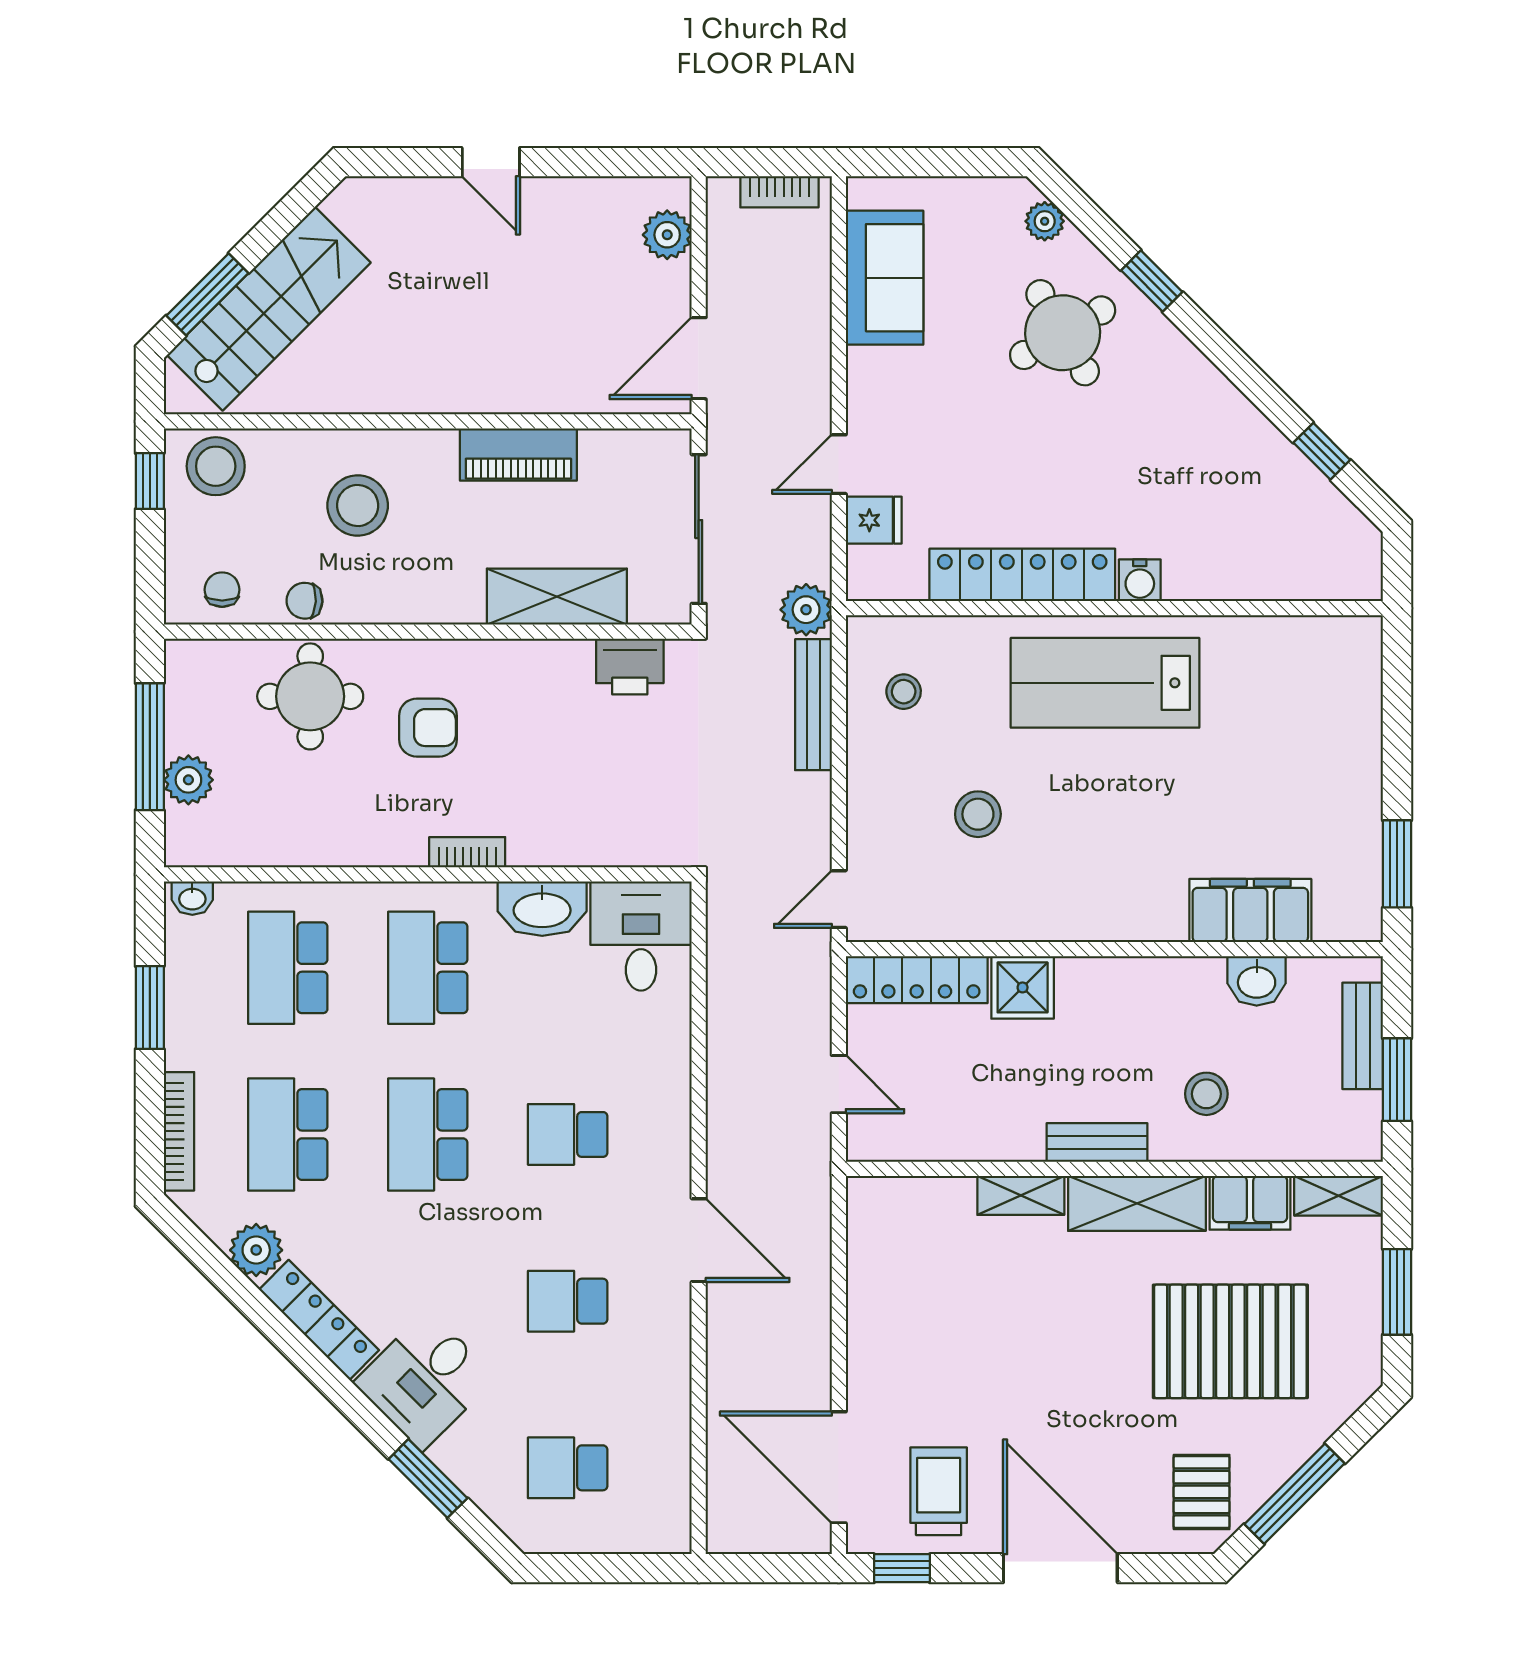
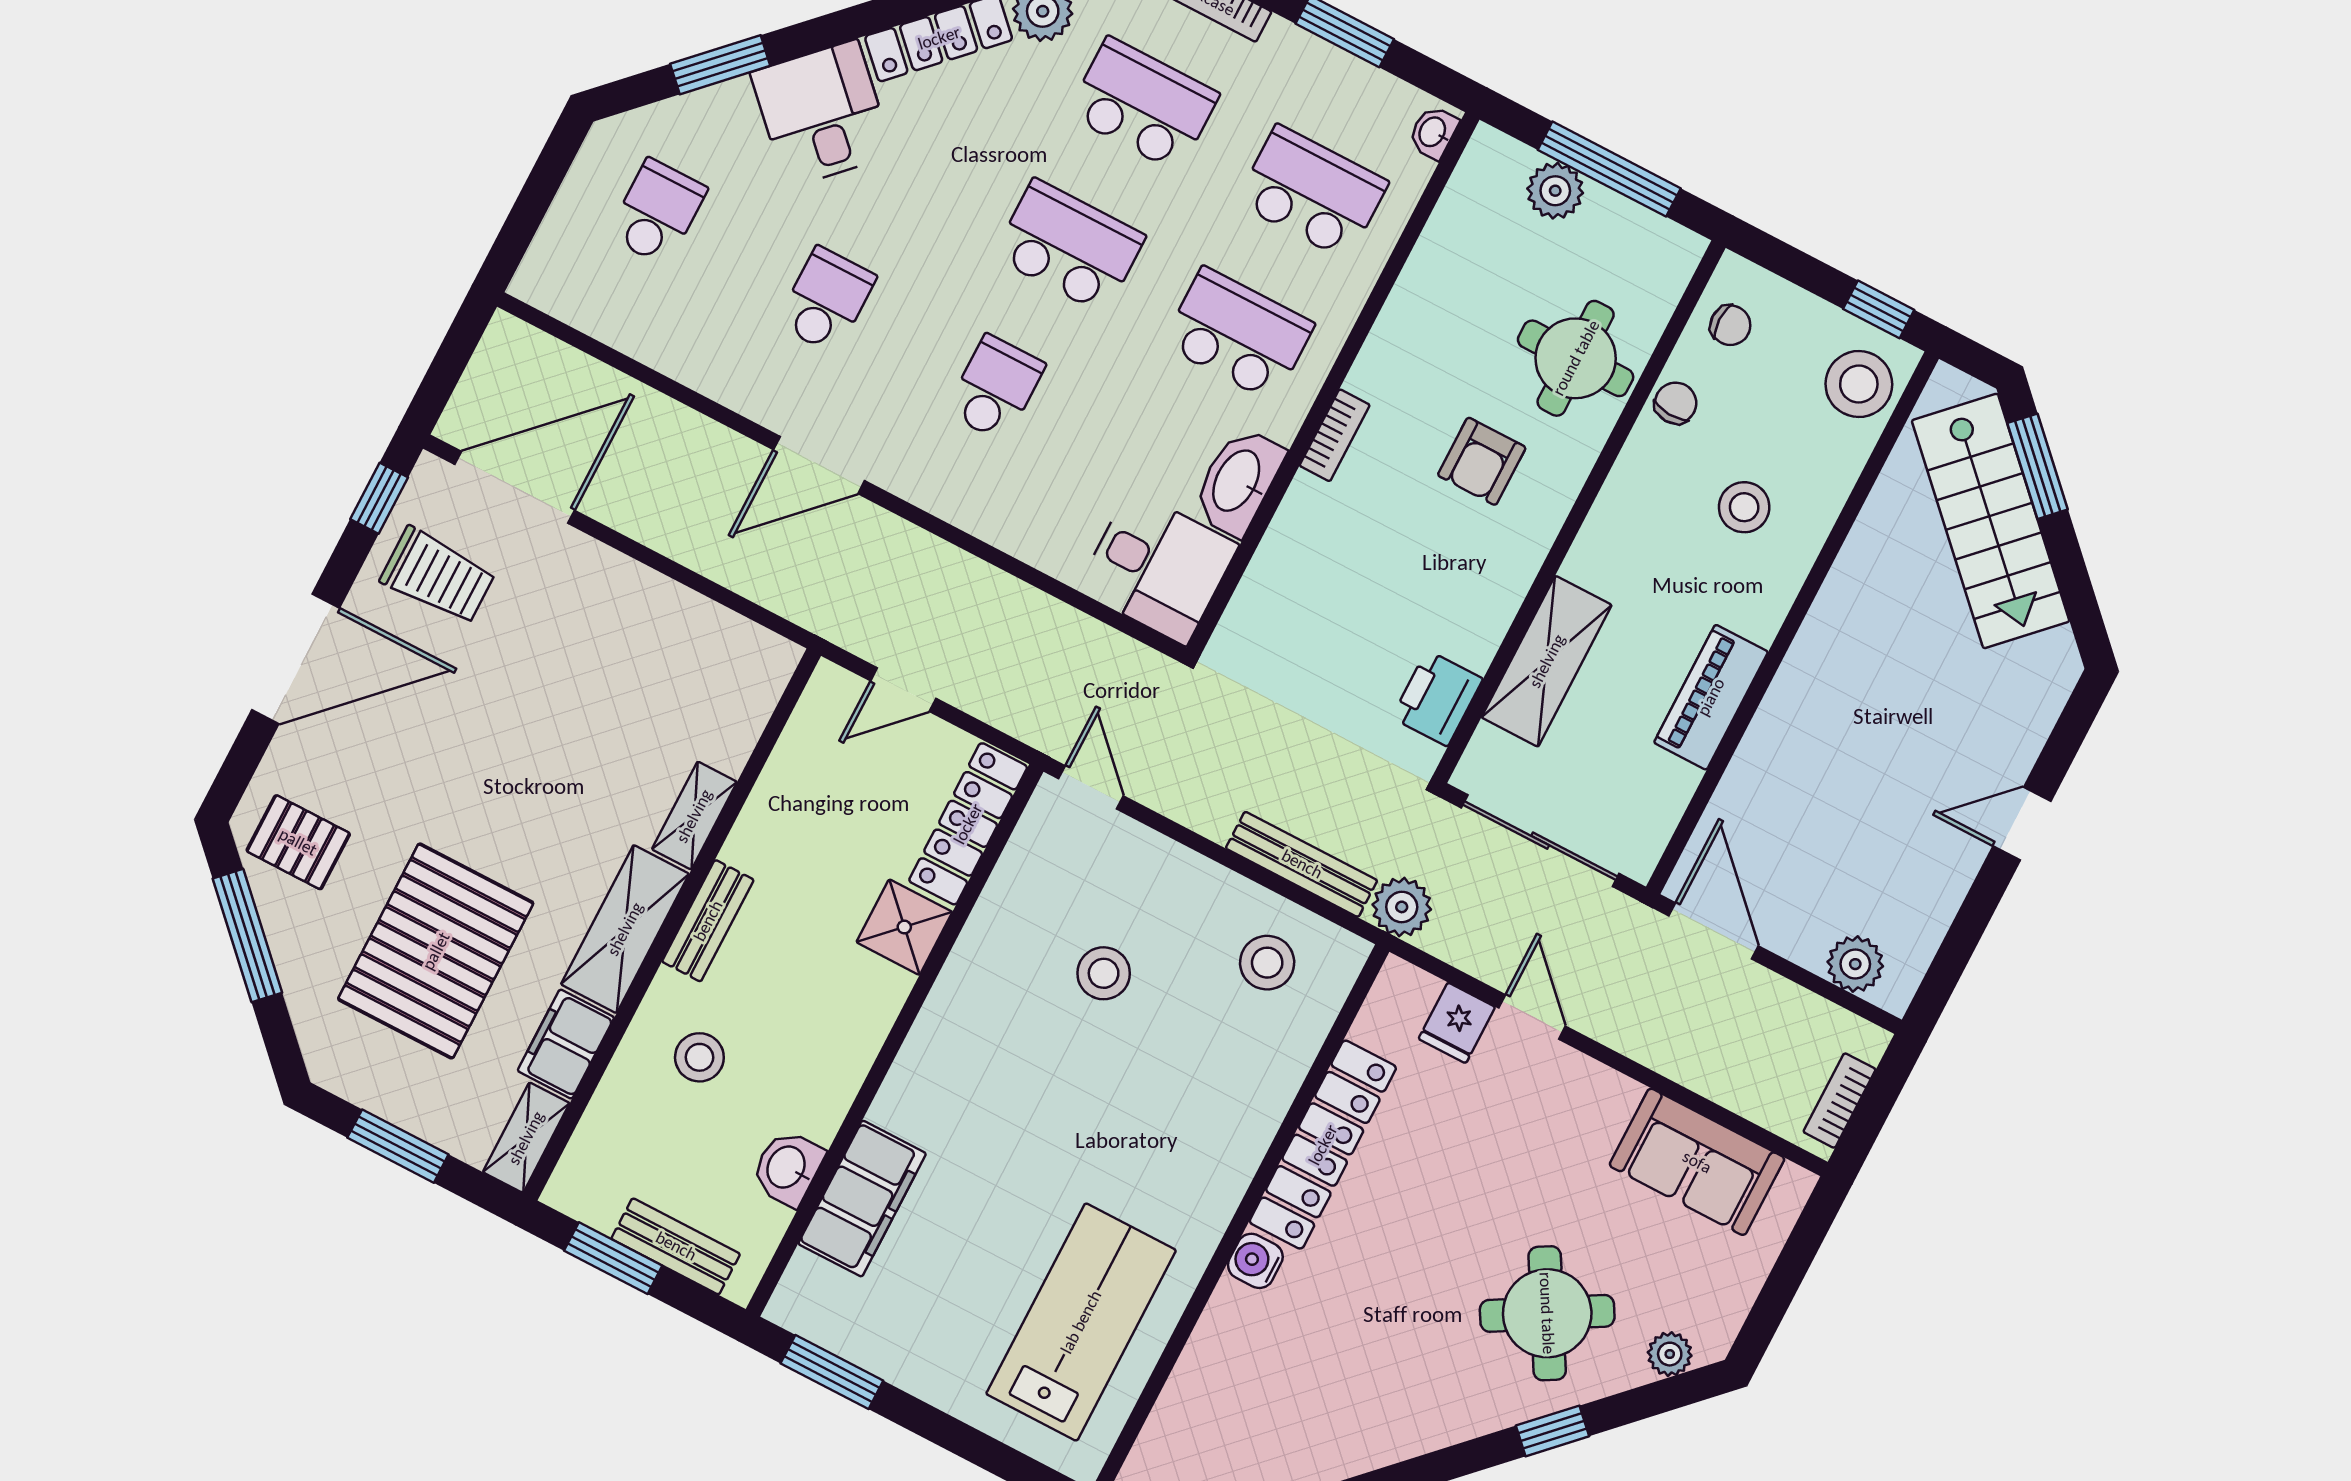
stool: (358, 505) -> (1744, 507), width x0.73, depth x0.73
lab bench: (1105, 683) -> (1081, 1322), moved
stool: (904, 692) -> (1267, 963), width x1.37, depth x1.37

